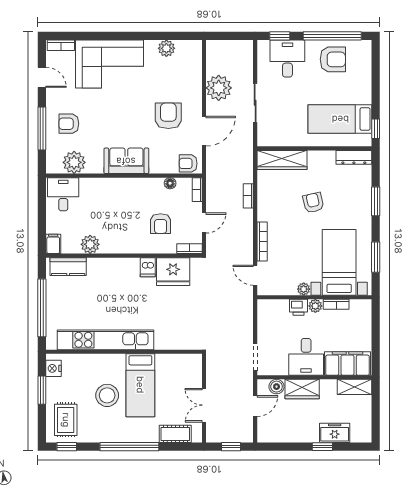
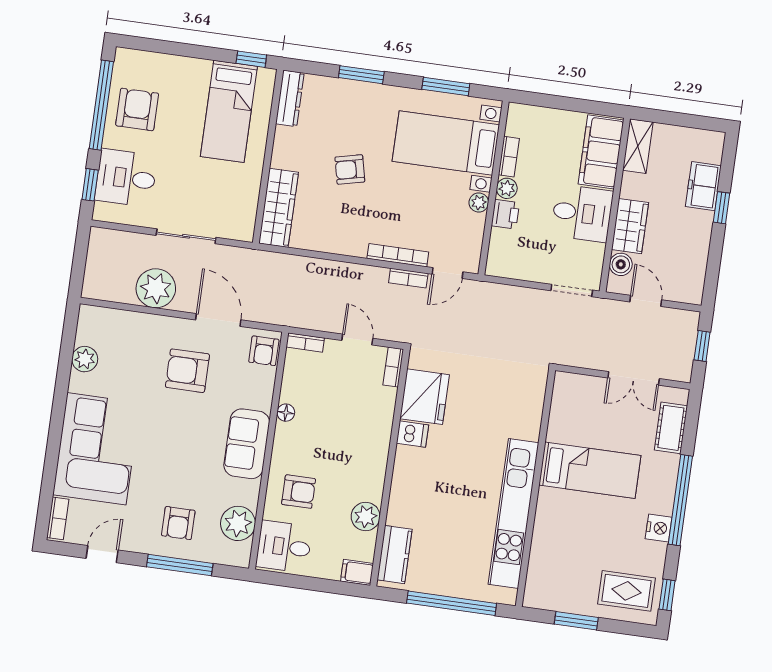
floor lamp: (170, 183) -> (286, 413), moved
bookcase: (248, 196) -> (408, 278), moved
armchair: (161, 224) -> (299, 492), moved
nightstand: (53, 368) -> (659, 528), moved, turned -90
stool: (107, 395) -> (598, 523), removed

